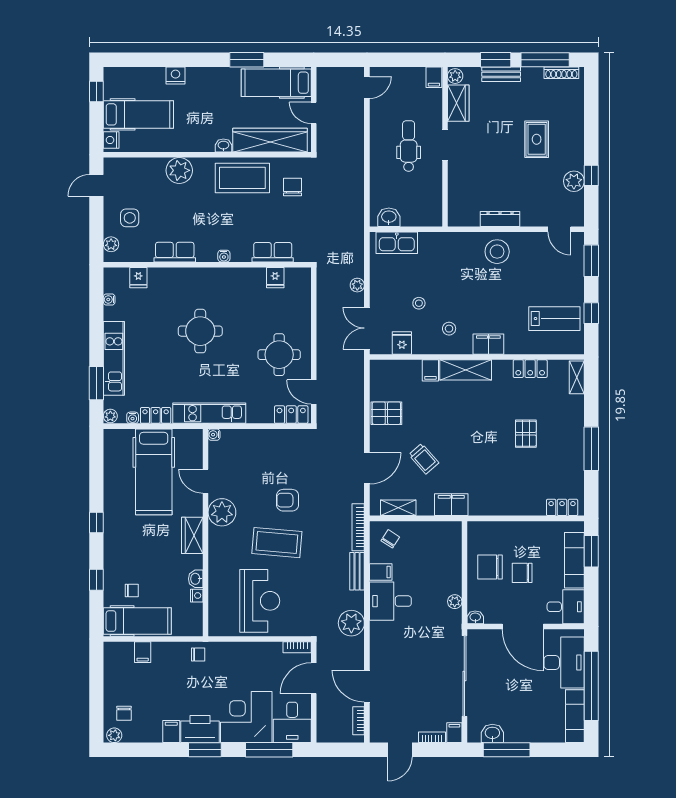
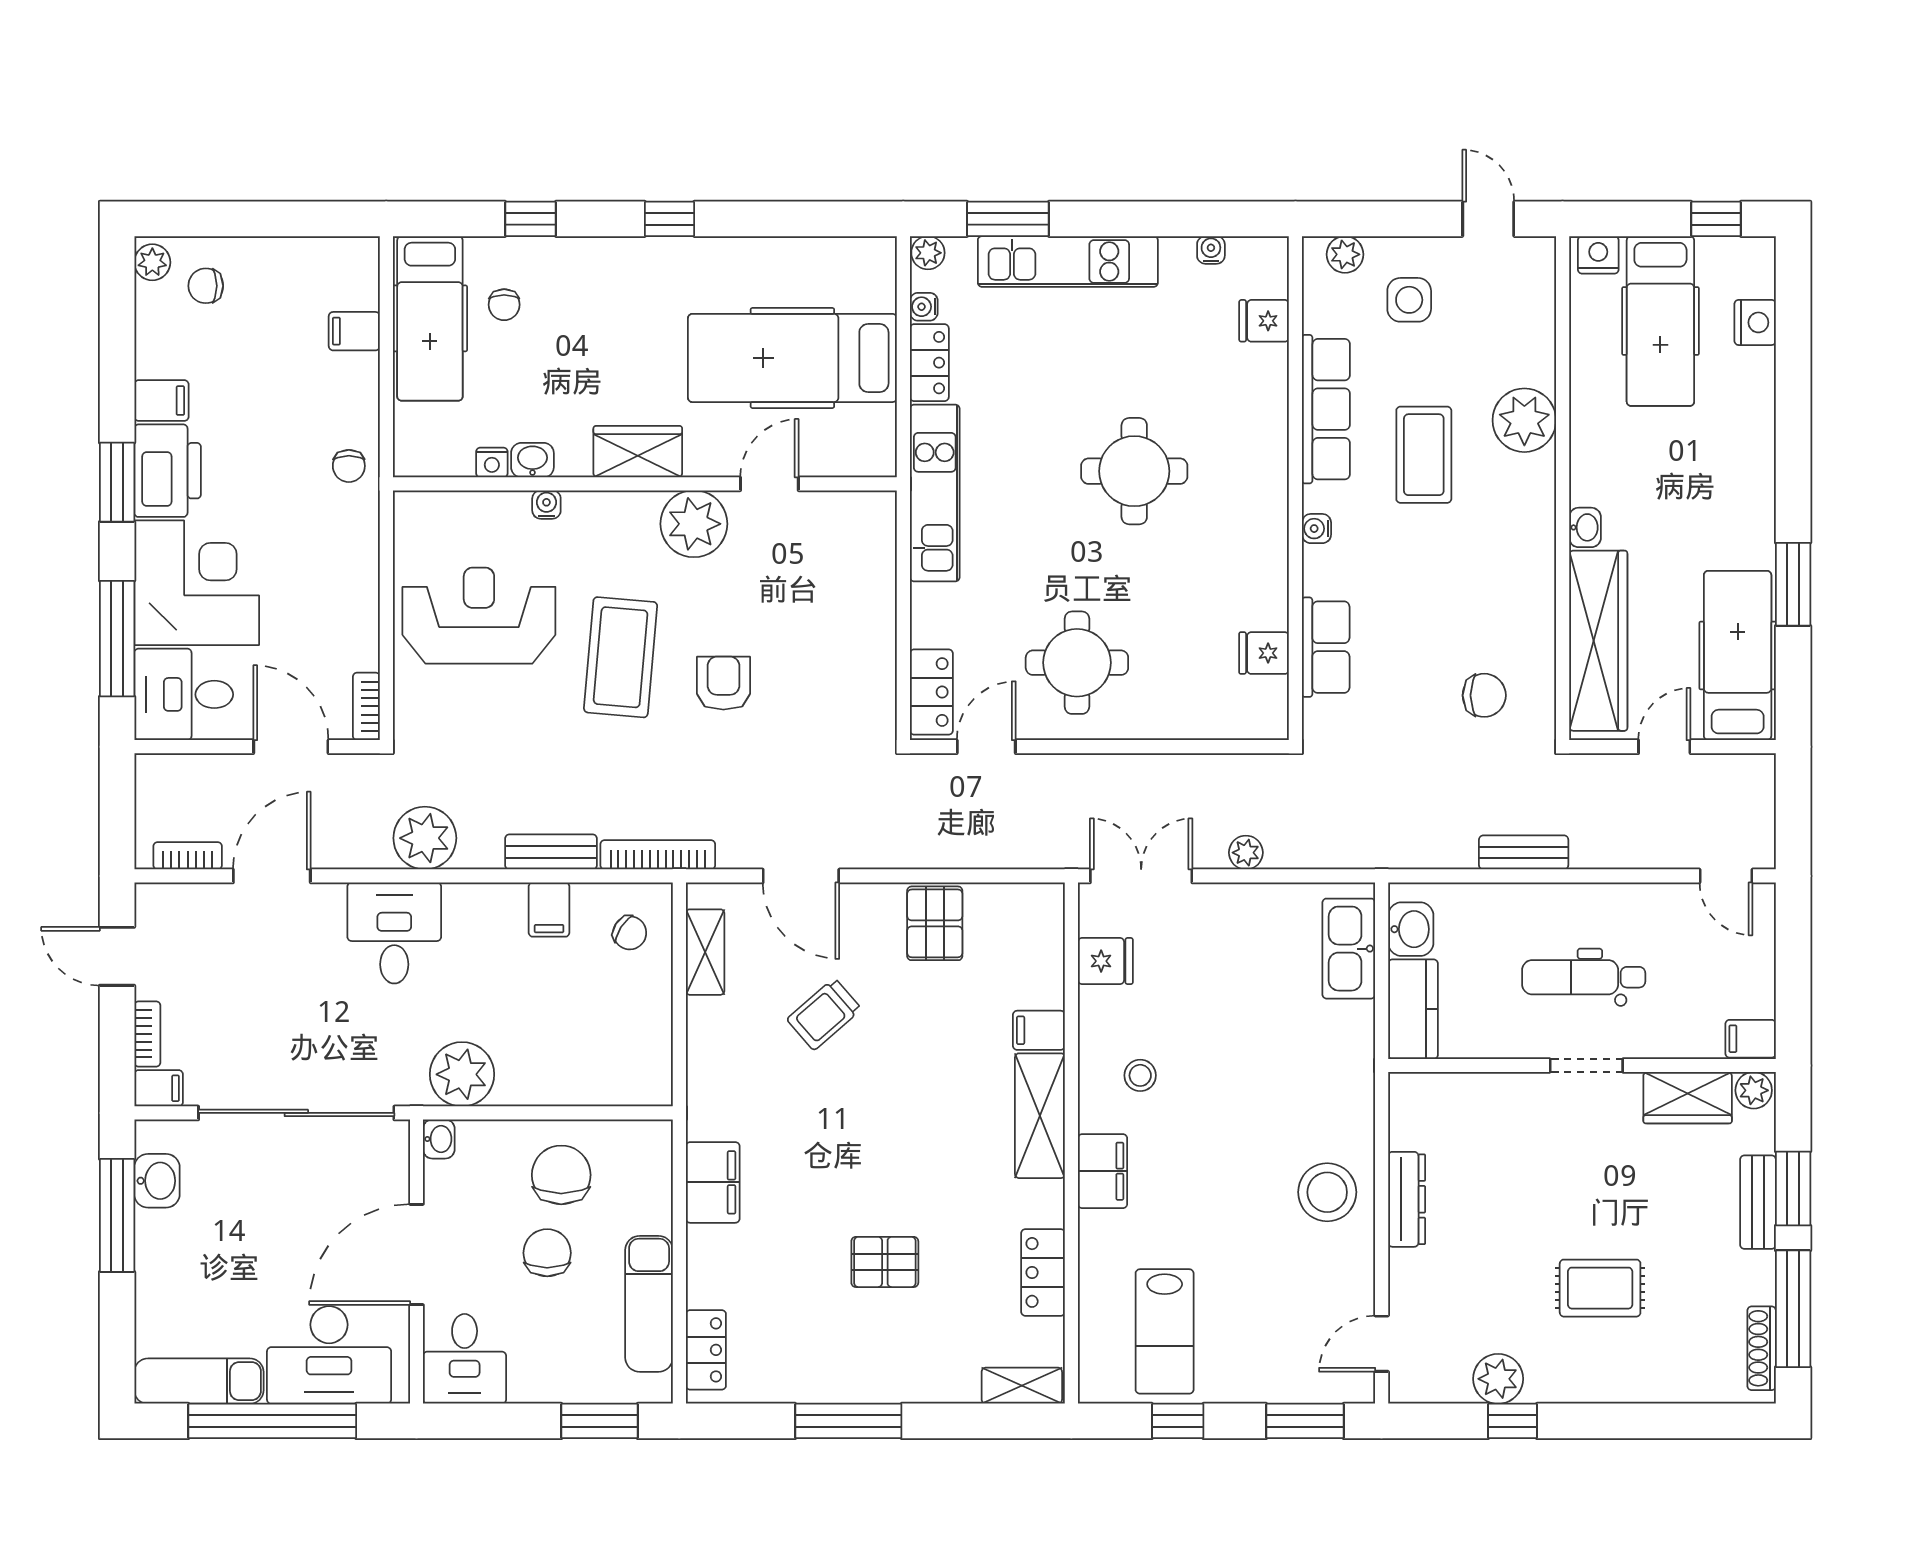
nightstand: (175, 75) -> (1755, 322), moved
dental chair: (409, 146) -> (1584, 977), turned 180
bench: (357, 171) -> (1524, 852), added
coffee table: (242, 178) -> (1424, 455), moved, width x0.73, depth x0.76
kitchen counter: (422, 216) -> (1413, 1009), added
row of seats: (175, 252) -> (1326, 409), width x1.48
stool: (419, 303) -> (1202, 1002), removed
water cooler: (214, 435) -> (546, 505), moved
filing cabinet: (451, 505) -> (713, 1182), moved
exam couch: (574, 560) -> (649, 1304), moved, turned -90
reception desk: (260, 601) -> (479, 616), turned 180
desk: (390, 601) -> (394, 933), moved
plant: (455, 602) -> (462, 1074), width x1.88, depth x1.88

